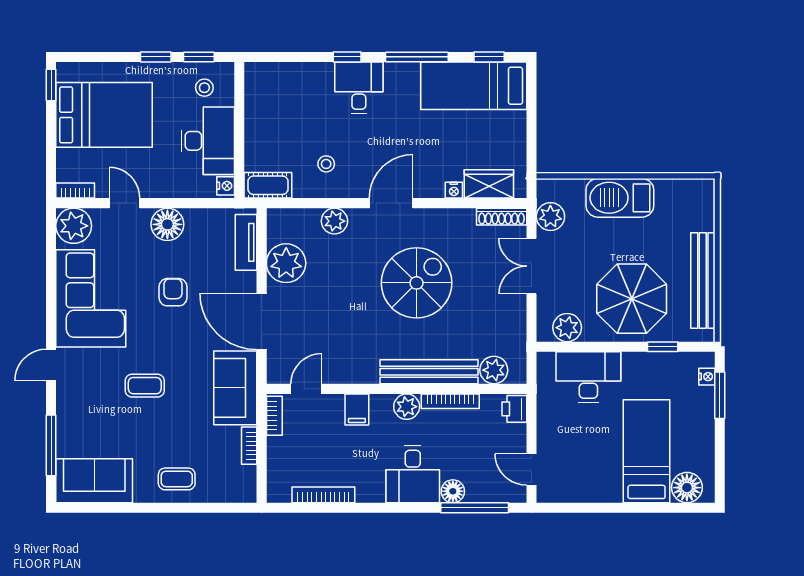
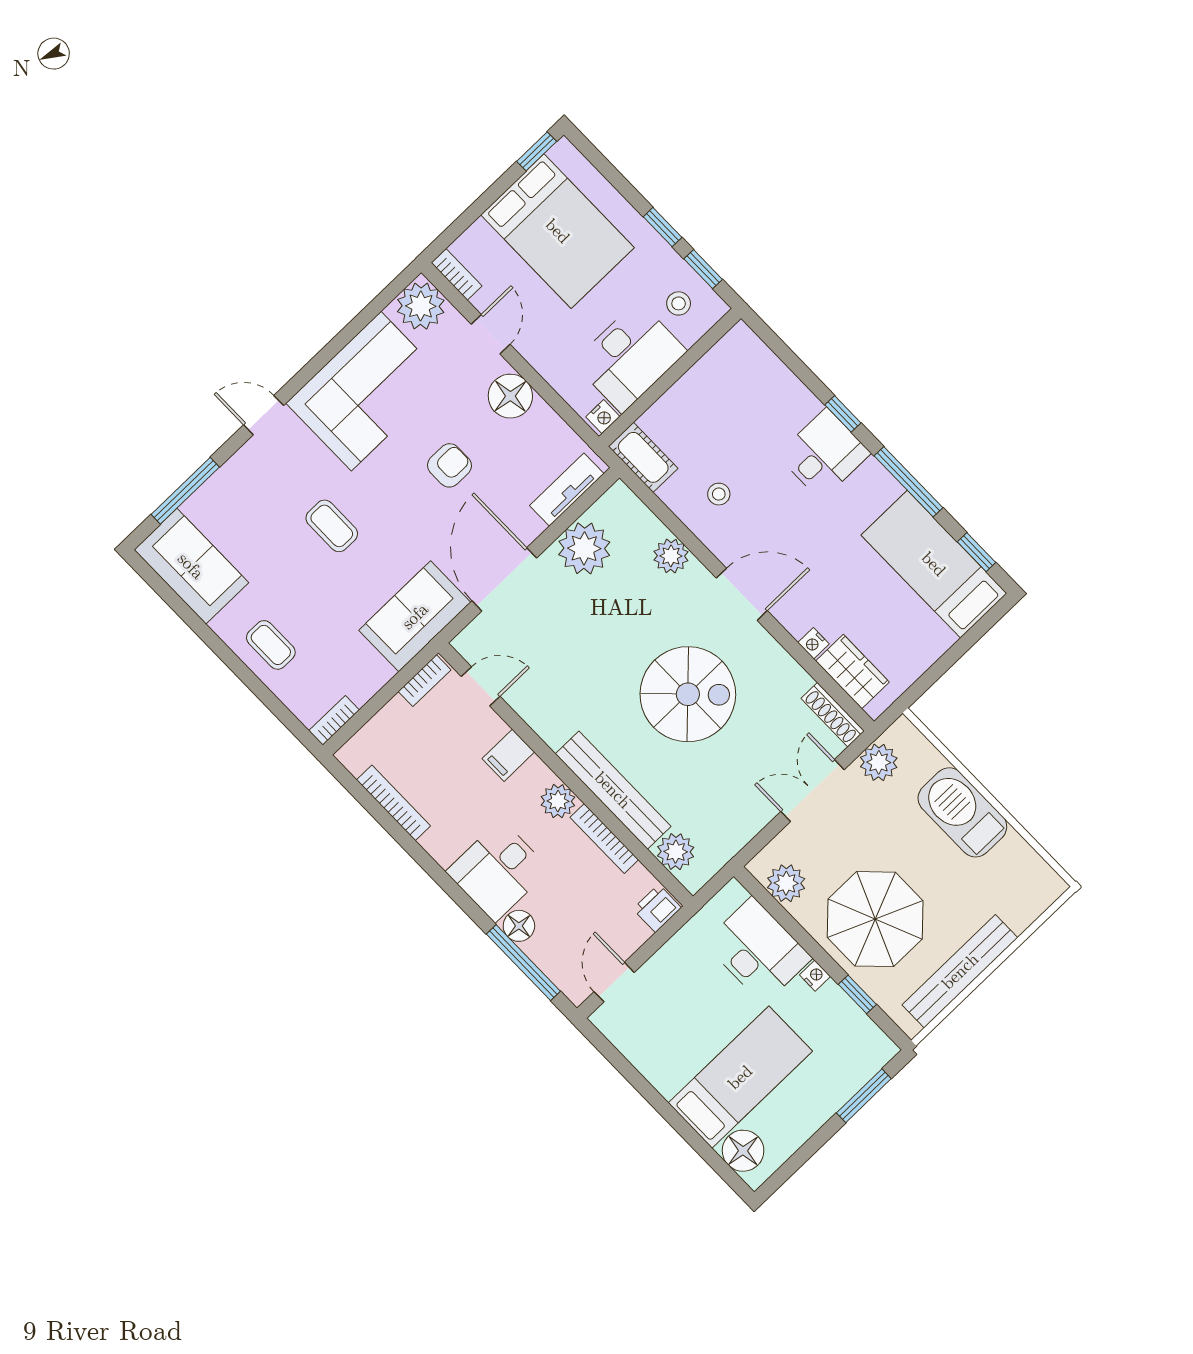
nightstand: (707, 377) -> (815, 976), moved, turned -90
bookcase: (249, 446) -> (334, 720), moved

